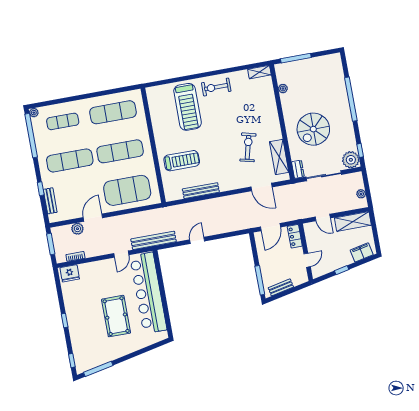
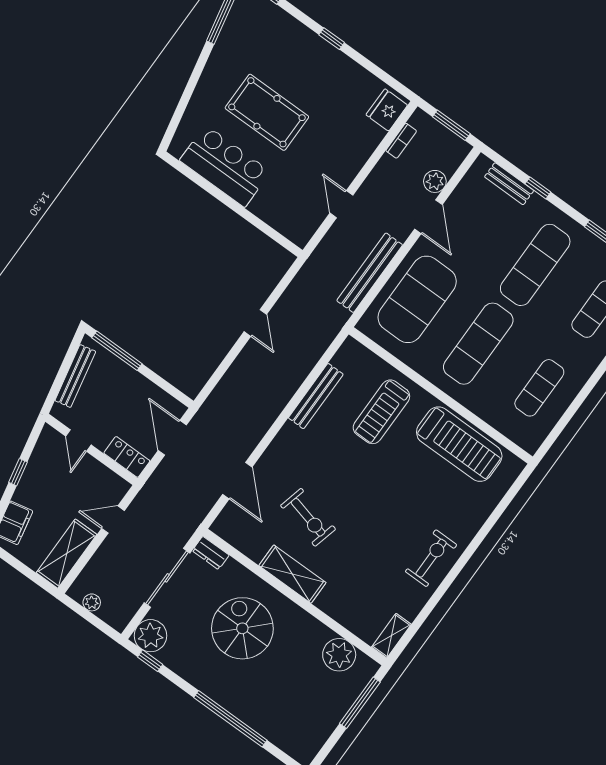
plant: (283, 89) -> (339, 655), width x1.88, depth x1.88
treadmill: (188, 107) -> (459, 444), moved, turned 180
exercise mat: (113, 112) -> (539, 388), width x0.73, depth x0.69
shelving: (279, 157) -> (292, 574), moved
door: (261, 187) -> (237, 481), swing flipped
bench: (154, 240) -> (370, 273), moved
bench: (281, 287) -> (75, 376), width x1.36
bar counter: (148, 293) -> (225, 166), width x0.54

